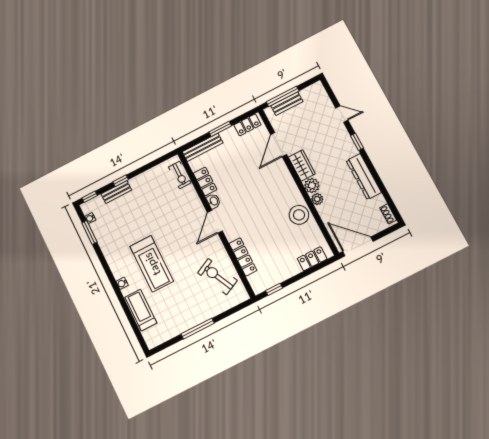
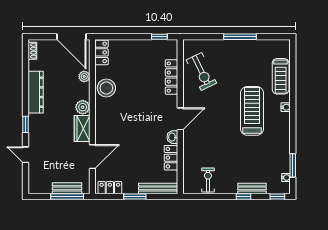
exercise bike: (180, 175) -> (208, 180), moved
plant: (317, 199) -> (84, 76), moved
locker: (312, 259) -> (102, 52), moved, turned -90

